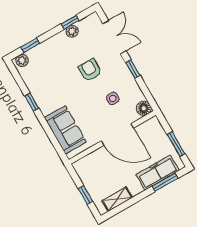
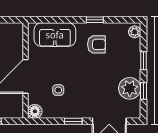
plant: (72, 31) -> (130, 88), width x1.87, depth x1.87
window: (30, 45) -> (143, 61), moved
armchair: (90, 70) -> (96, 44), moved

